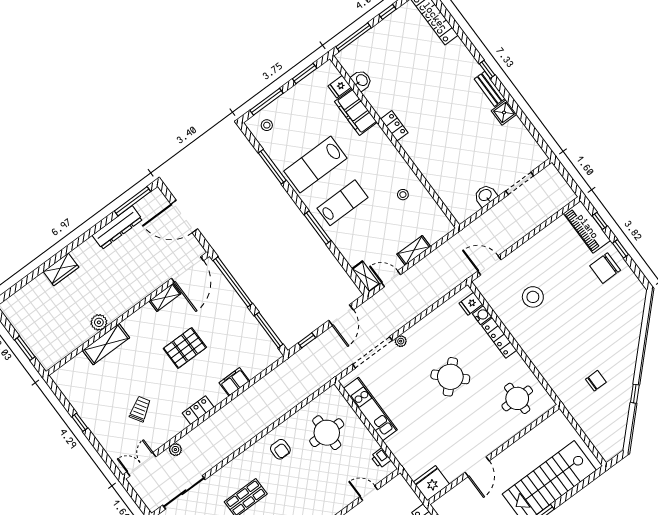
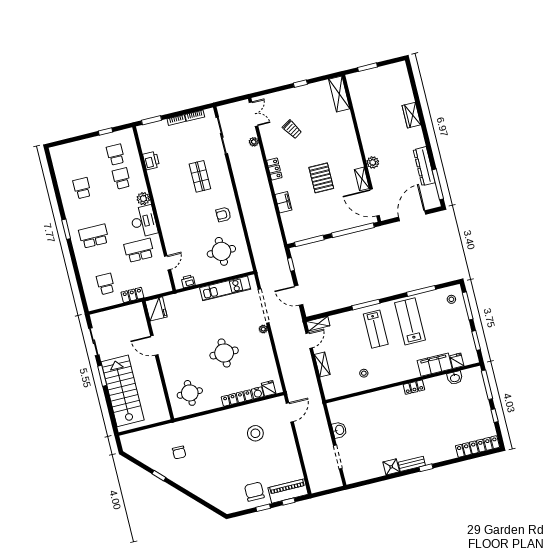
plant: (99, 322) -> (373, 162), moved
shelving: (106, 344) -> (339, 94), moved
round table: (450, 377) -> (224, 353), turned 45

